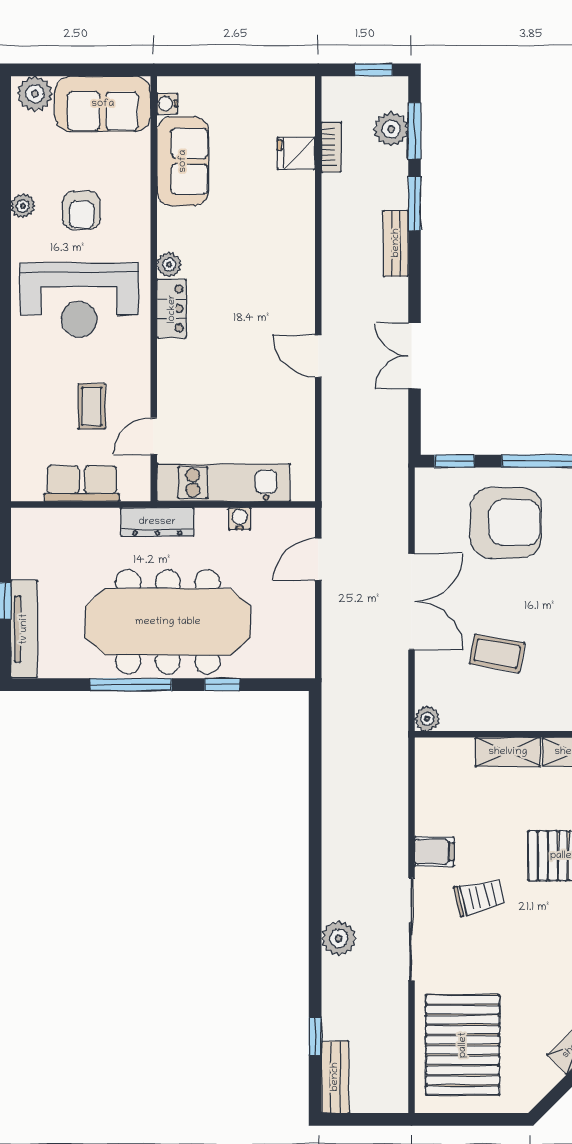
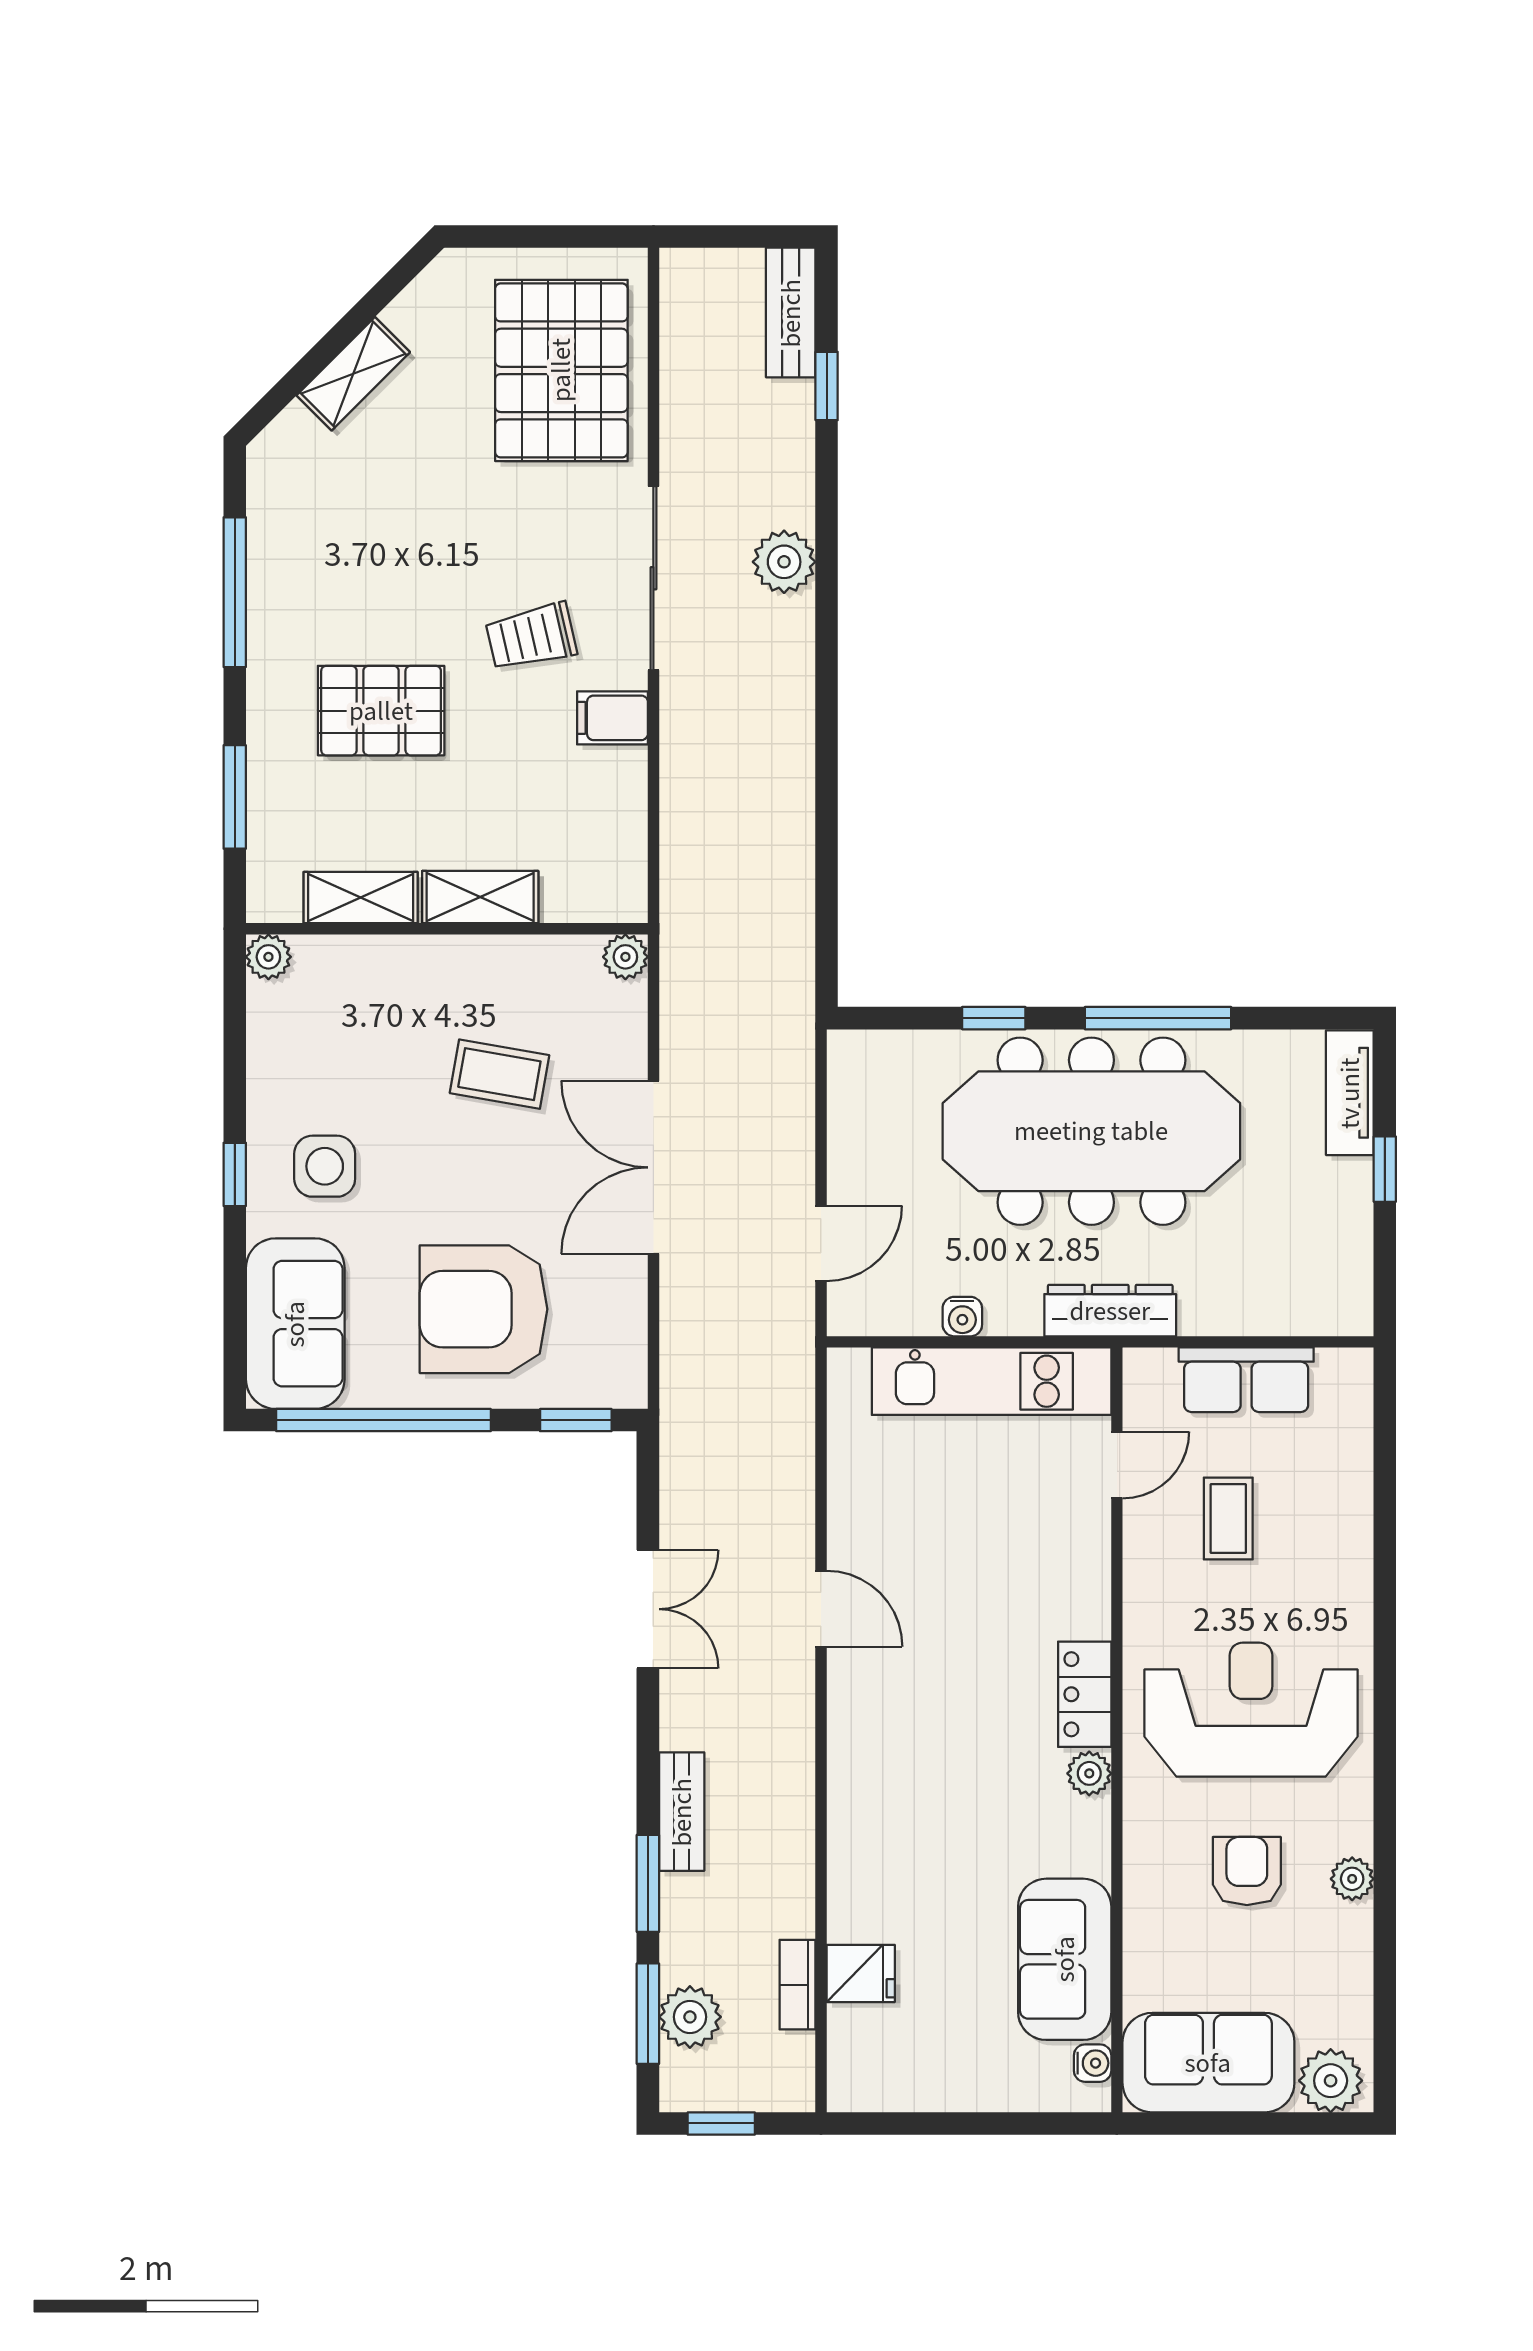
tv unit: (24, 629) -> (1350, 1093), width x0.71

